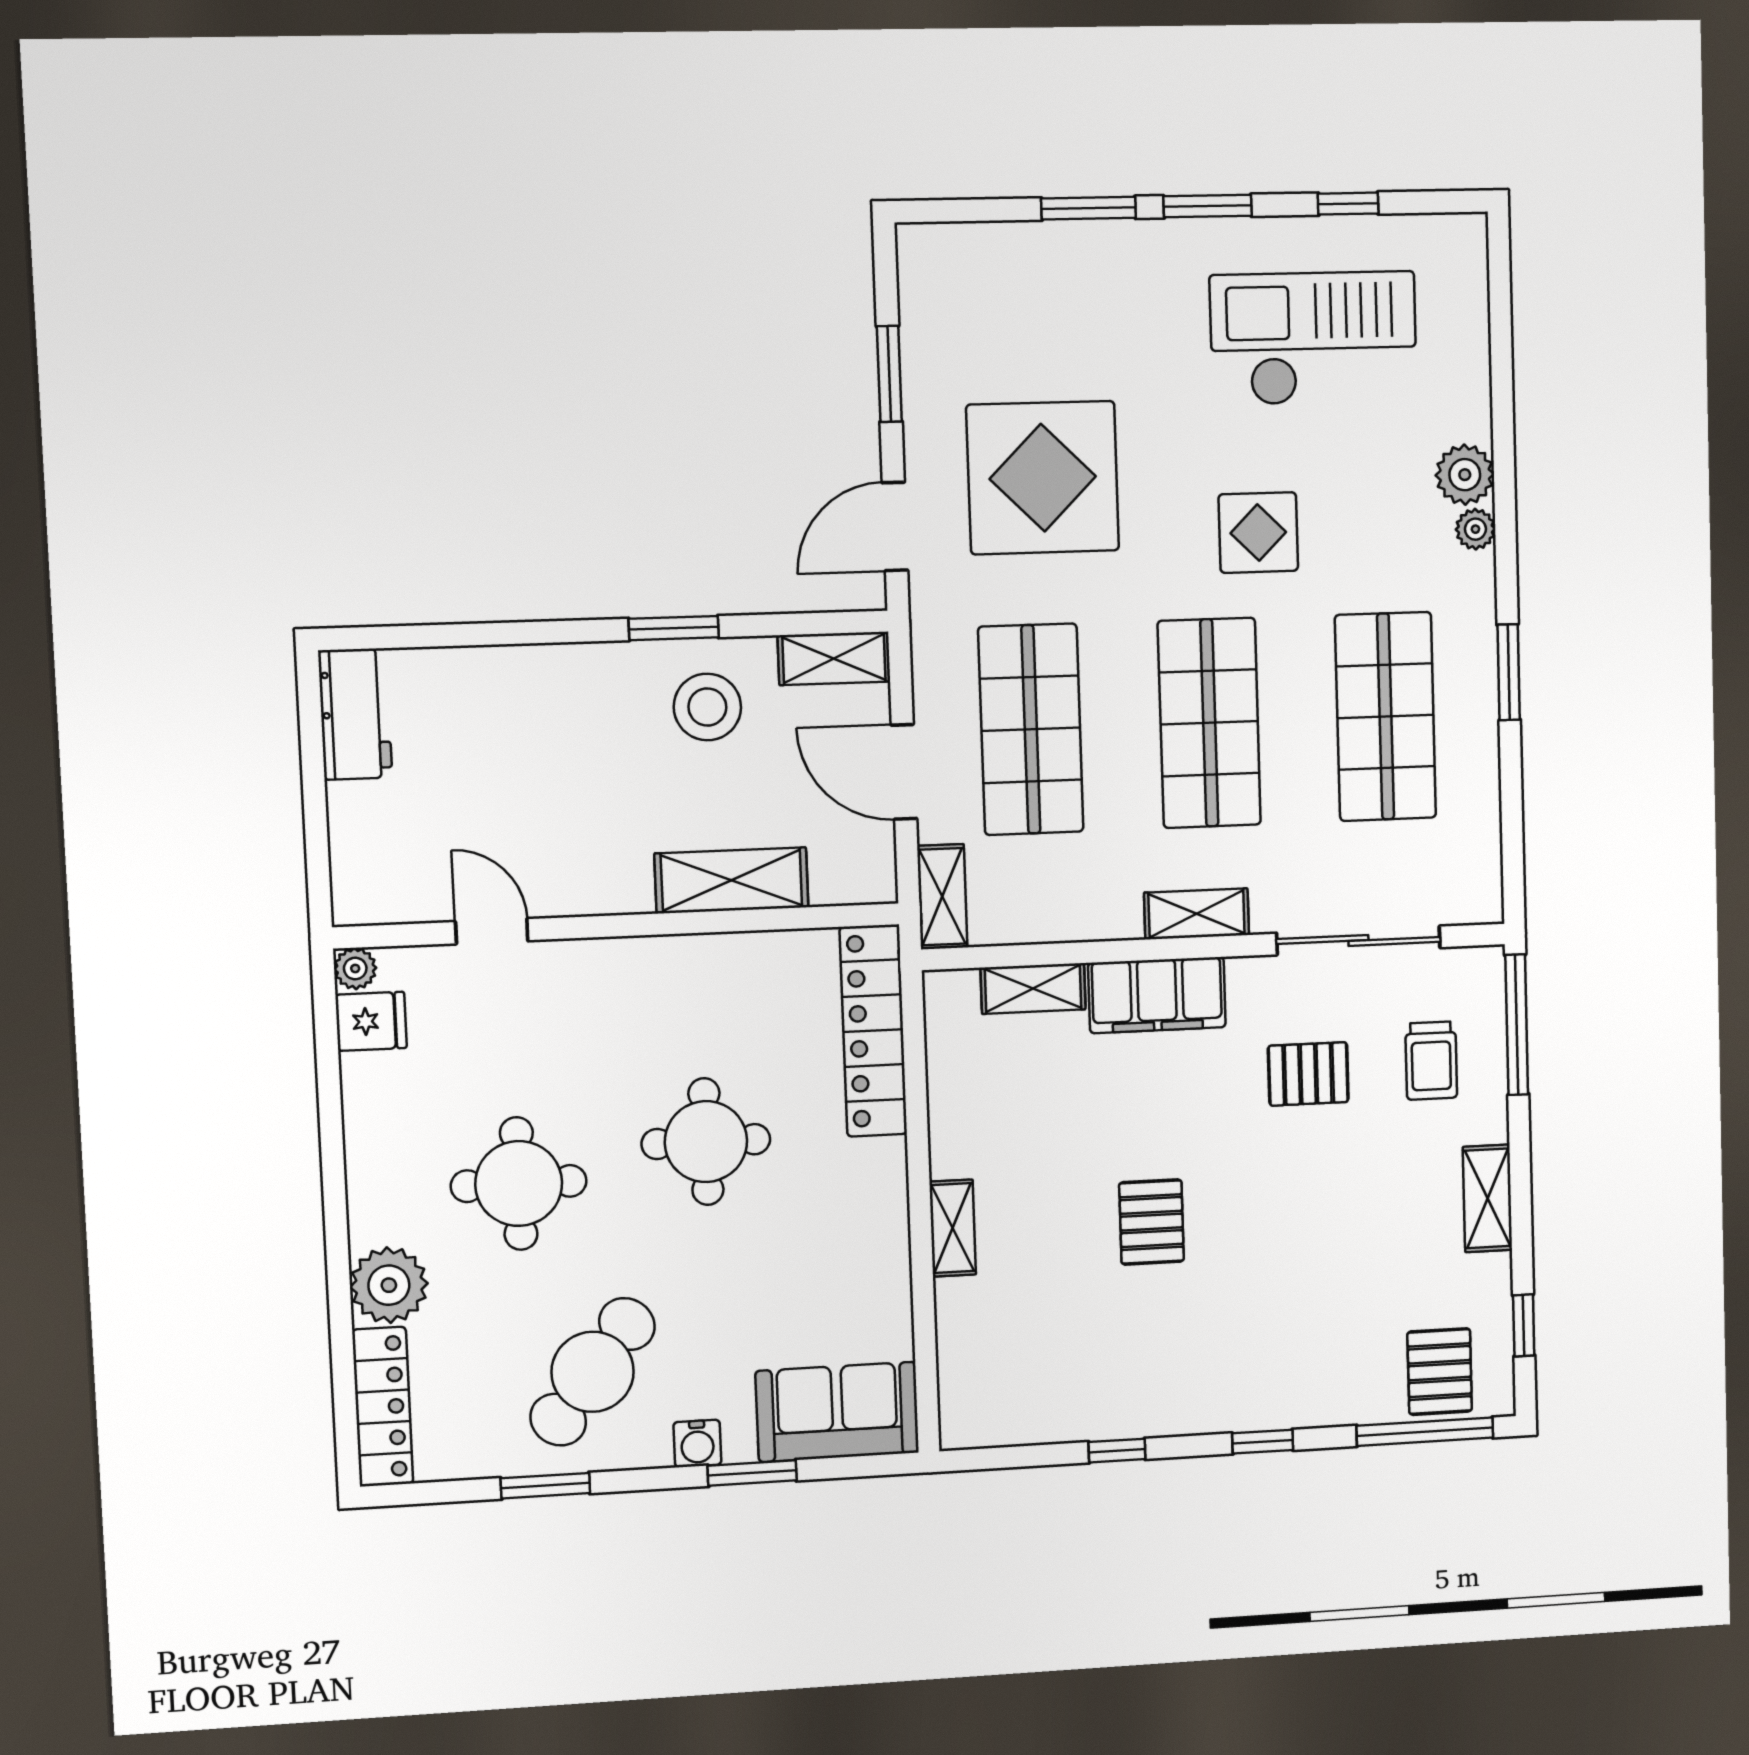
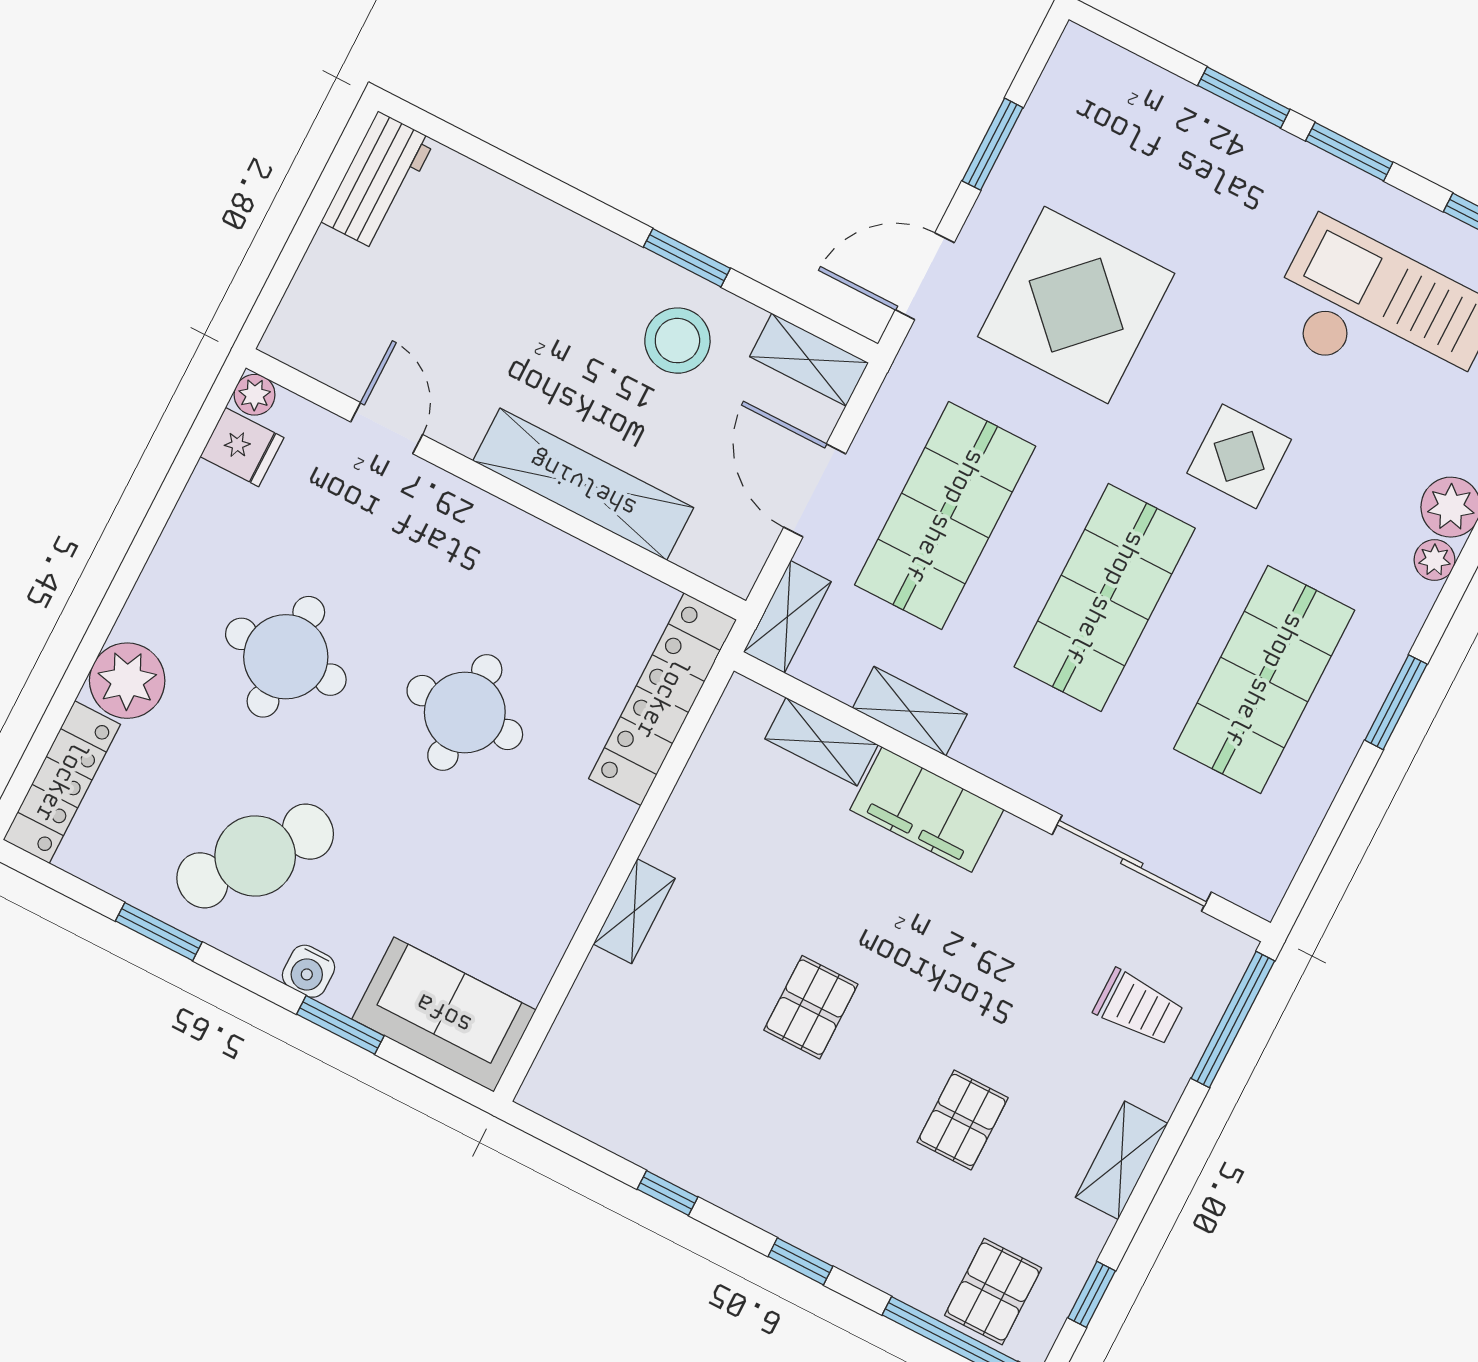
shelving: (731, 880) -> (583, 484), width x1.47
shelving: (1197, 914) -> (910, 711), moved
trolley: (1431, 1061) -> (1138, 1007), turned -90
pallet: (1308, 1074) -> (963, 1120), moved, turned 90

